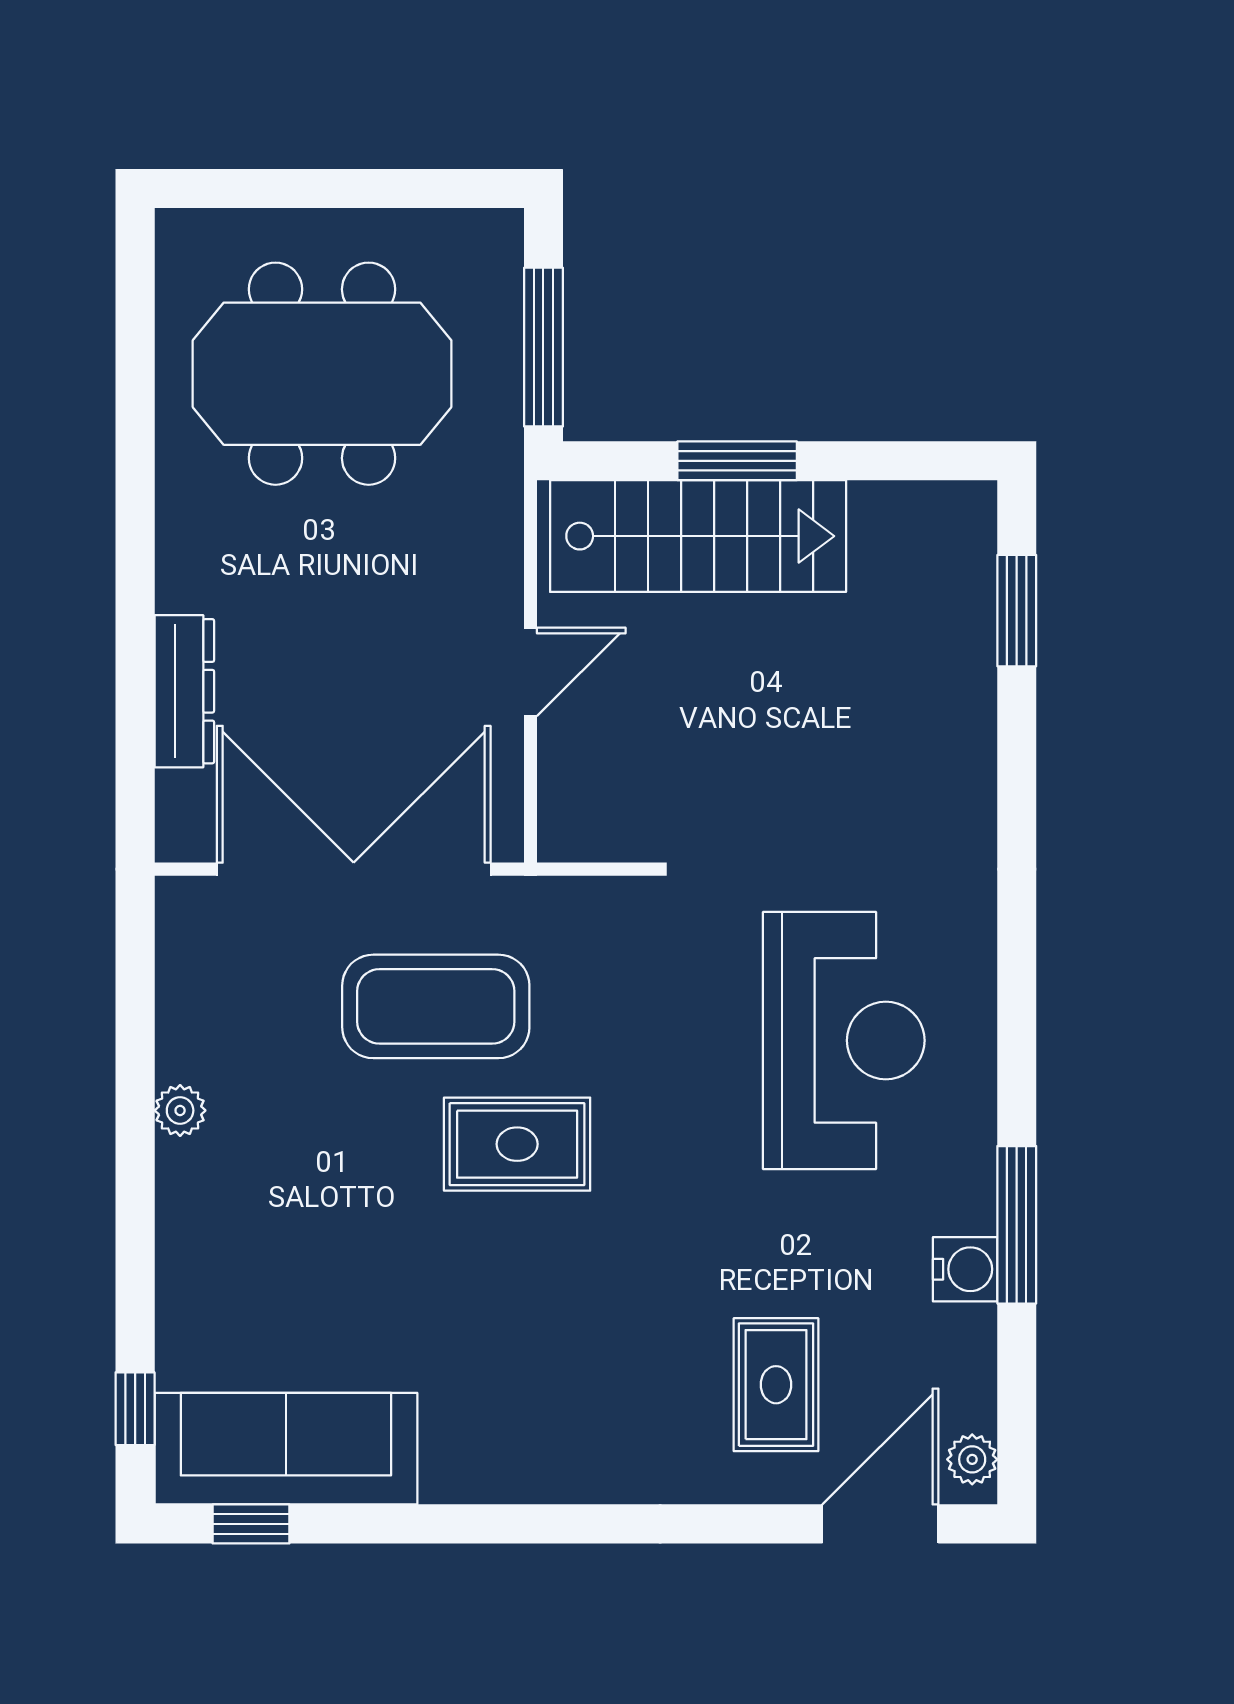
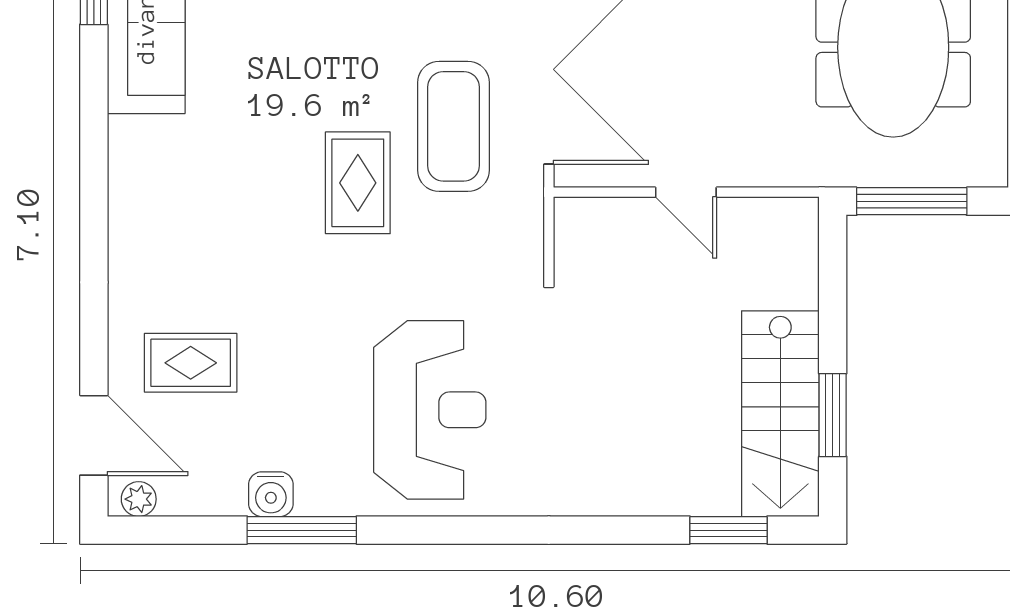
window: (737, 461) -> (833, 415), moved
stairs: (698, 536) -> (780, 414), moved
reception desk: (844, 1040) -> (430, 410), turned -90

